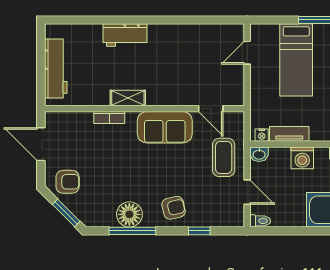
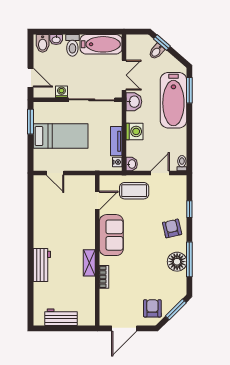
workbench: (56, 68) -> (61, 317), width x0.73

